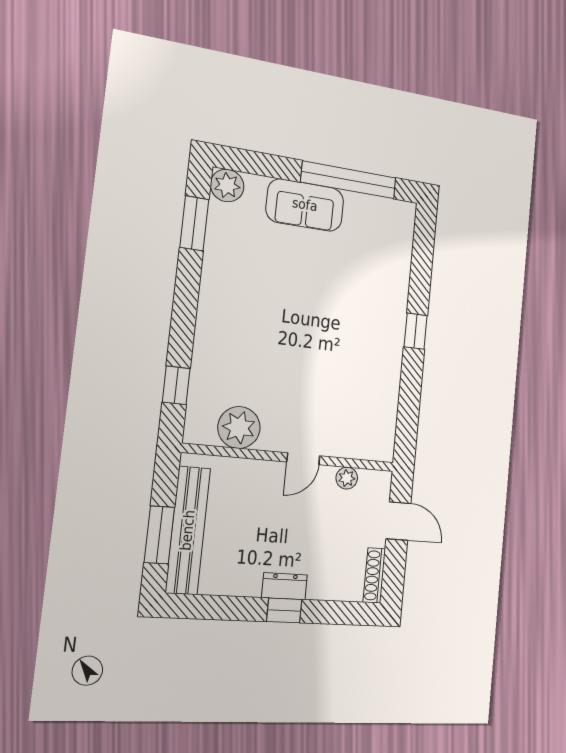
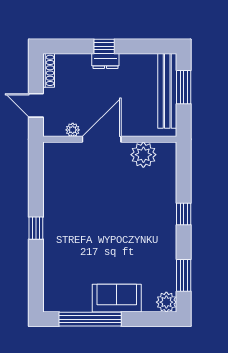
window: (176, 385) -> (184, 214), moved
door: (303, 459) -> (102, 139), width x1.87

